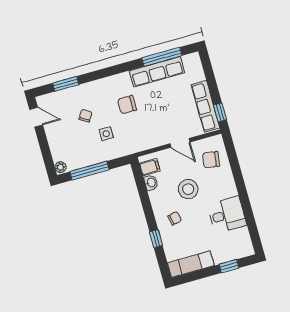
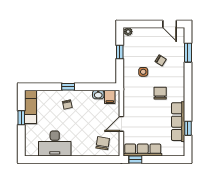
window: (162, 57) -> (188, 128), width x0.46
door: (36, 117) -> (170, 24), hinge flipped
window: (89, 171) -> (120, 52), width x0.46
stool: (188, 189) -> (86, 120), removed
desk: (227, 215) -> (55, 143), width x1.37
window: (156, 239) -> (68, 87), moved
window: (229, 266) -> (21, 118), moved

